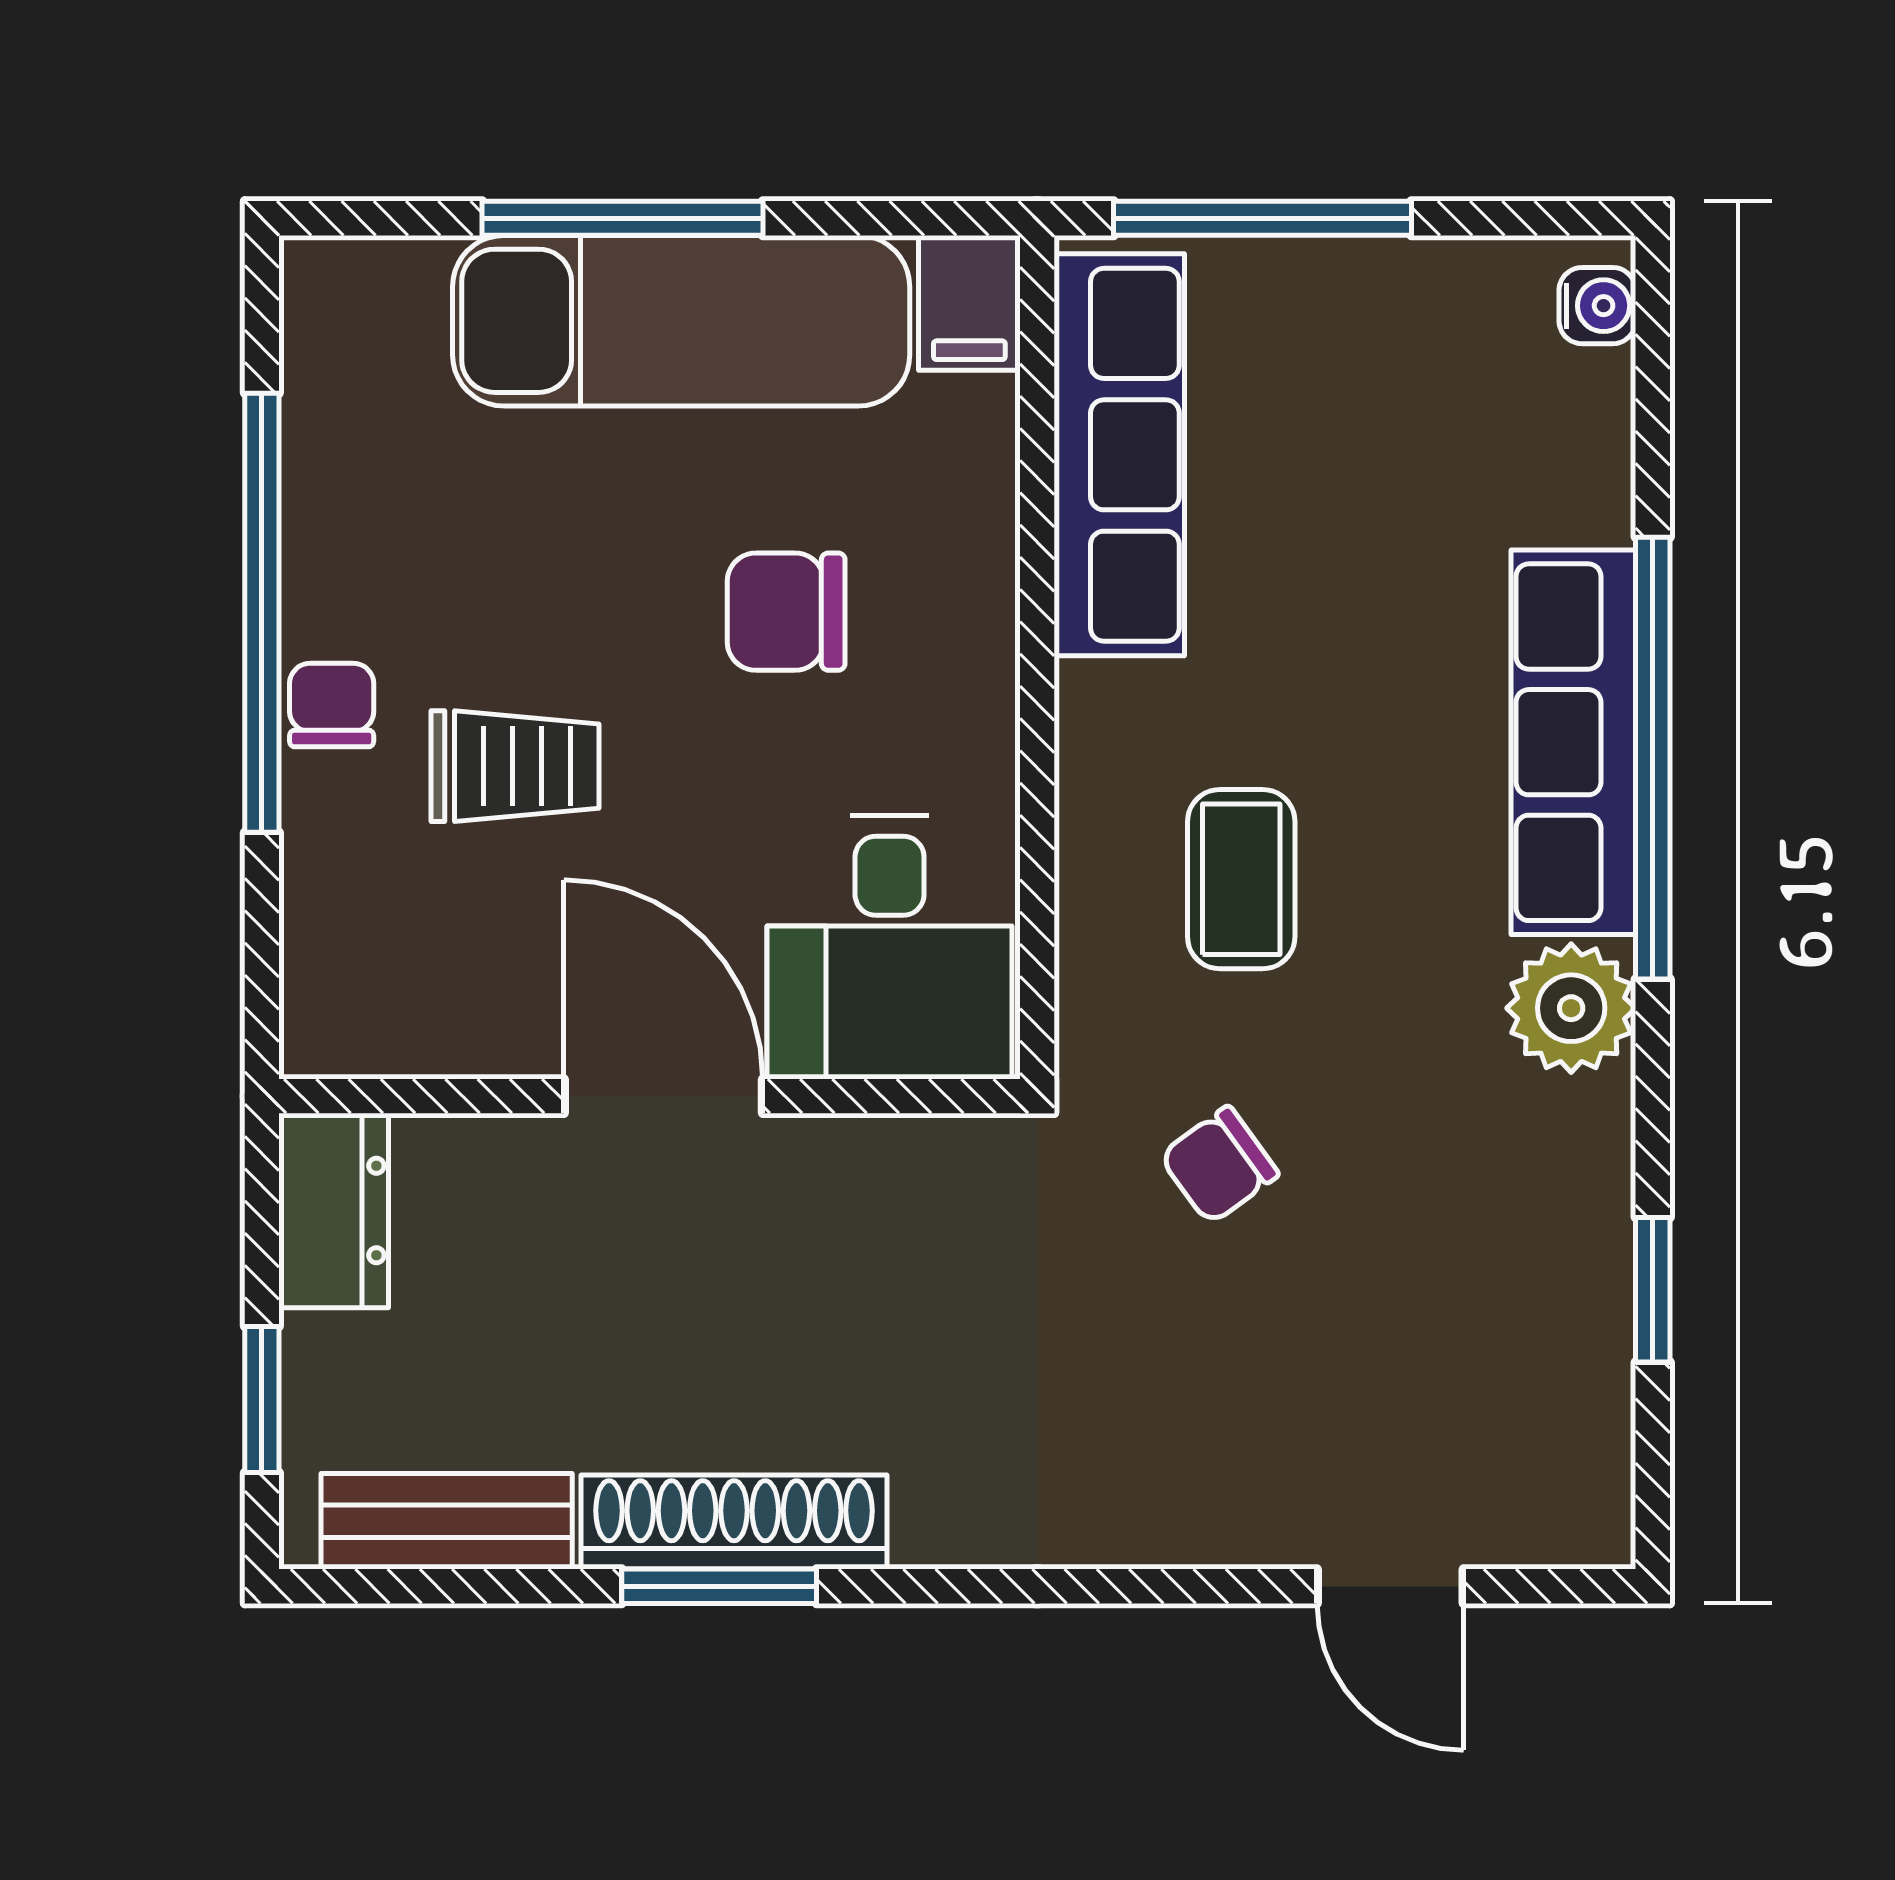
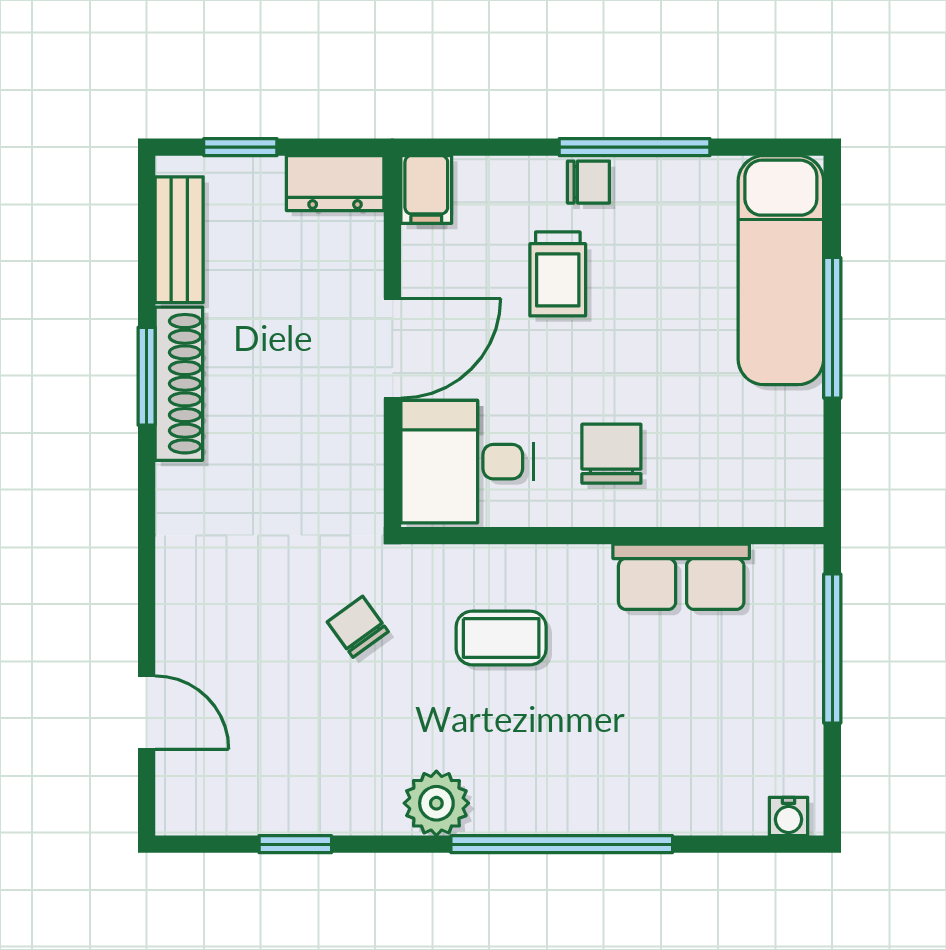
filing cabinet: (969, 303) -> (426, 190), moved, turned -90
exam couch: (681, 321) -> (781, 270), moved
row of seats: (1119, 455) -> (681, 577), width x0.68
chair: (786, 612) -> (611, 454), moved
window: (262, 613) -> (635, 147), width x0.68
row of seats: (1573, 742) -> (570, 804), removed
door: (1390, 1586) -> (147, 713), swing flipped

